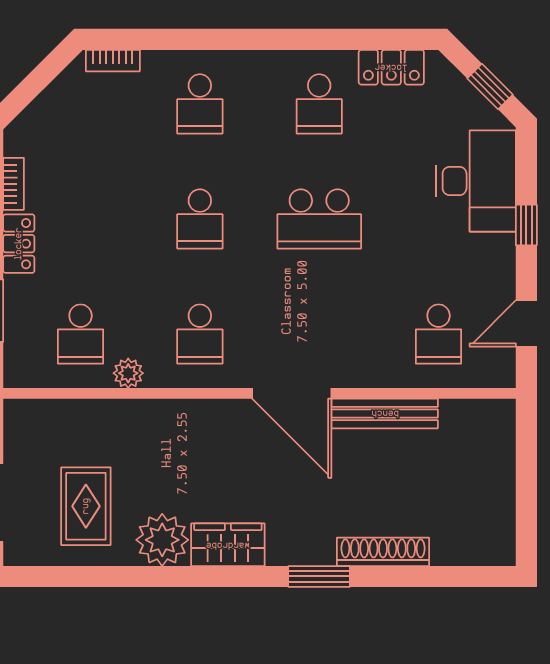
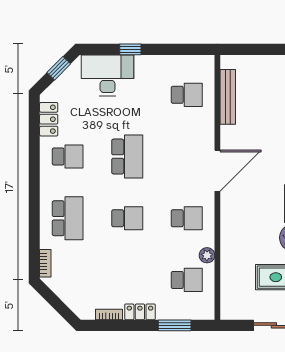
school desk: (200, 104) -> (68, 218), width x1.85
door: (526, 323) -> (181, 49), removed
bench: (385, 413) -> (228, 97), moved

